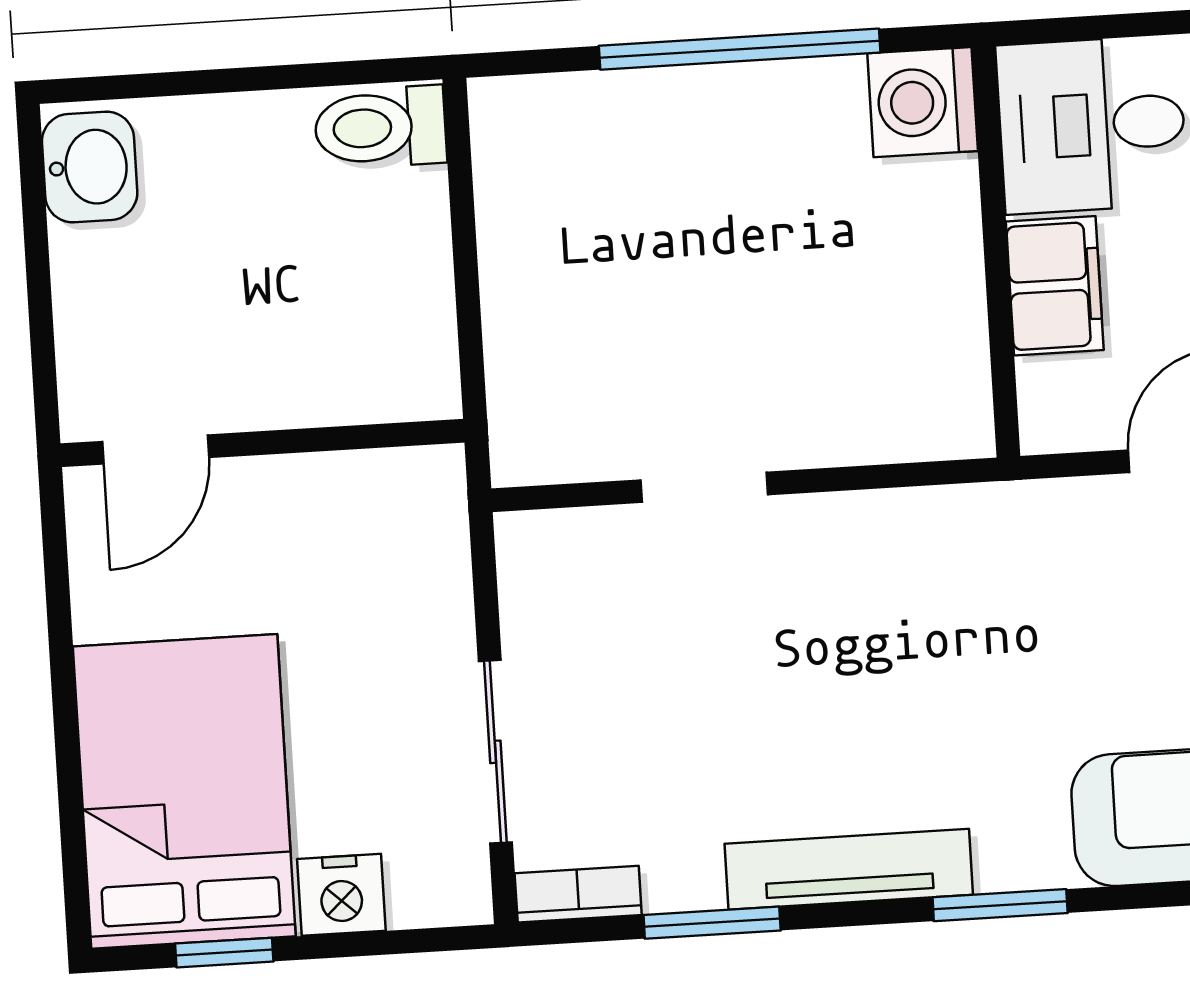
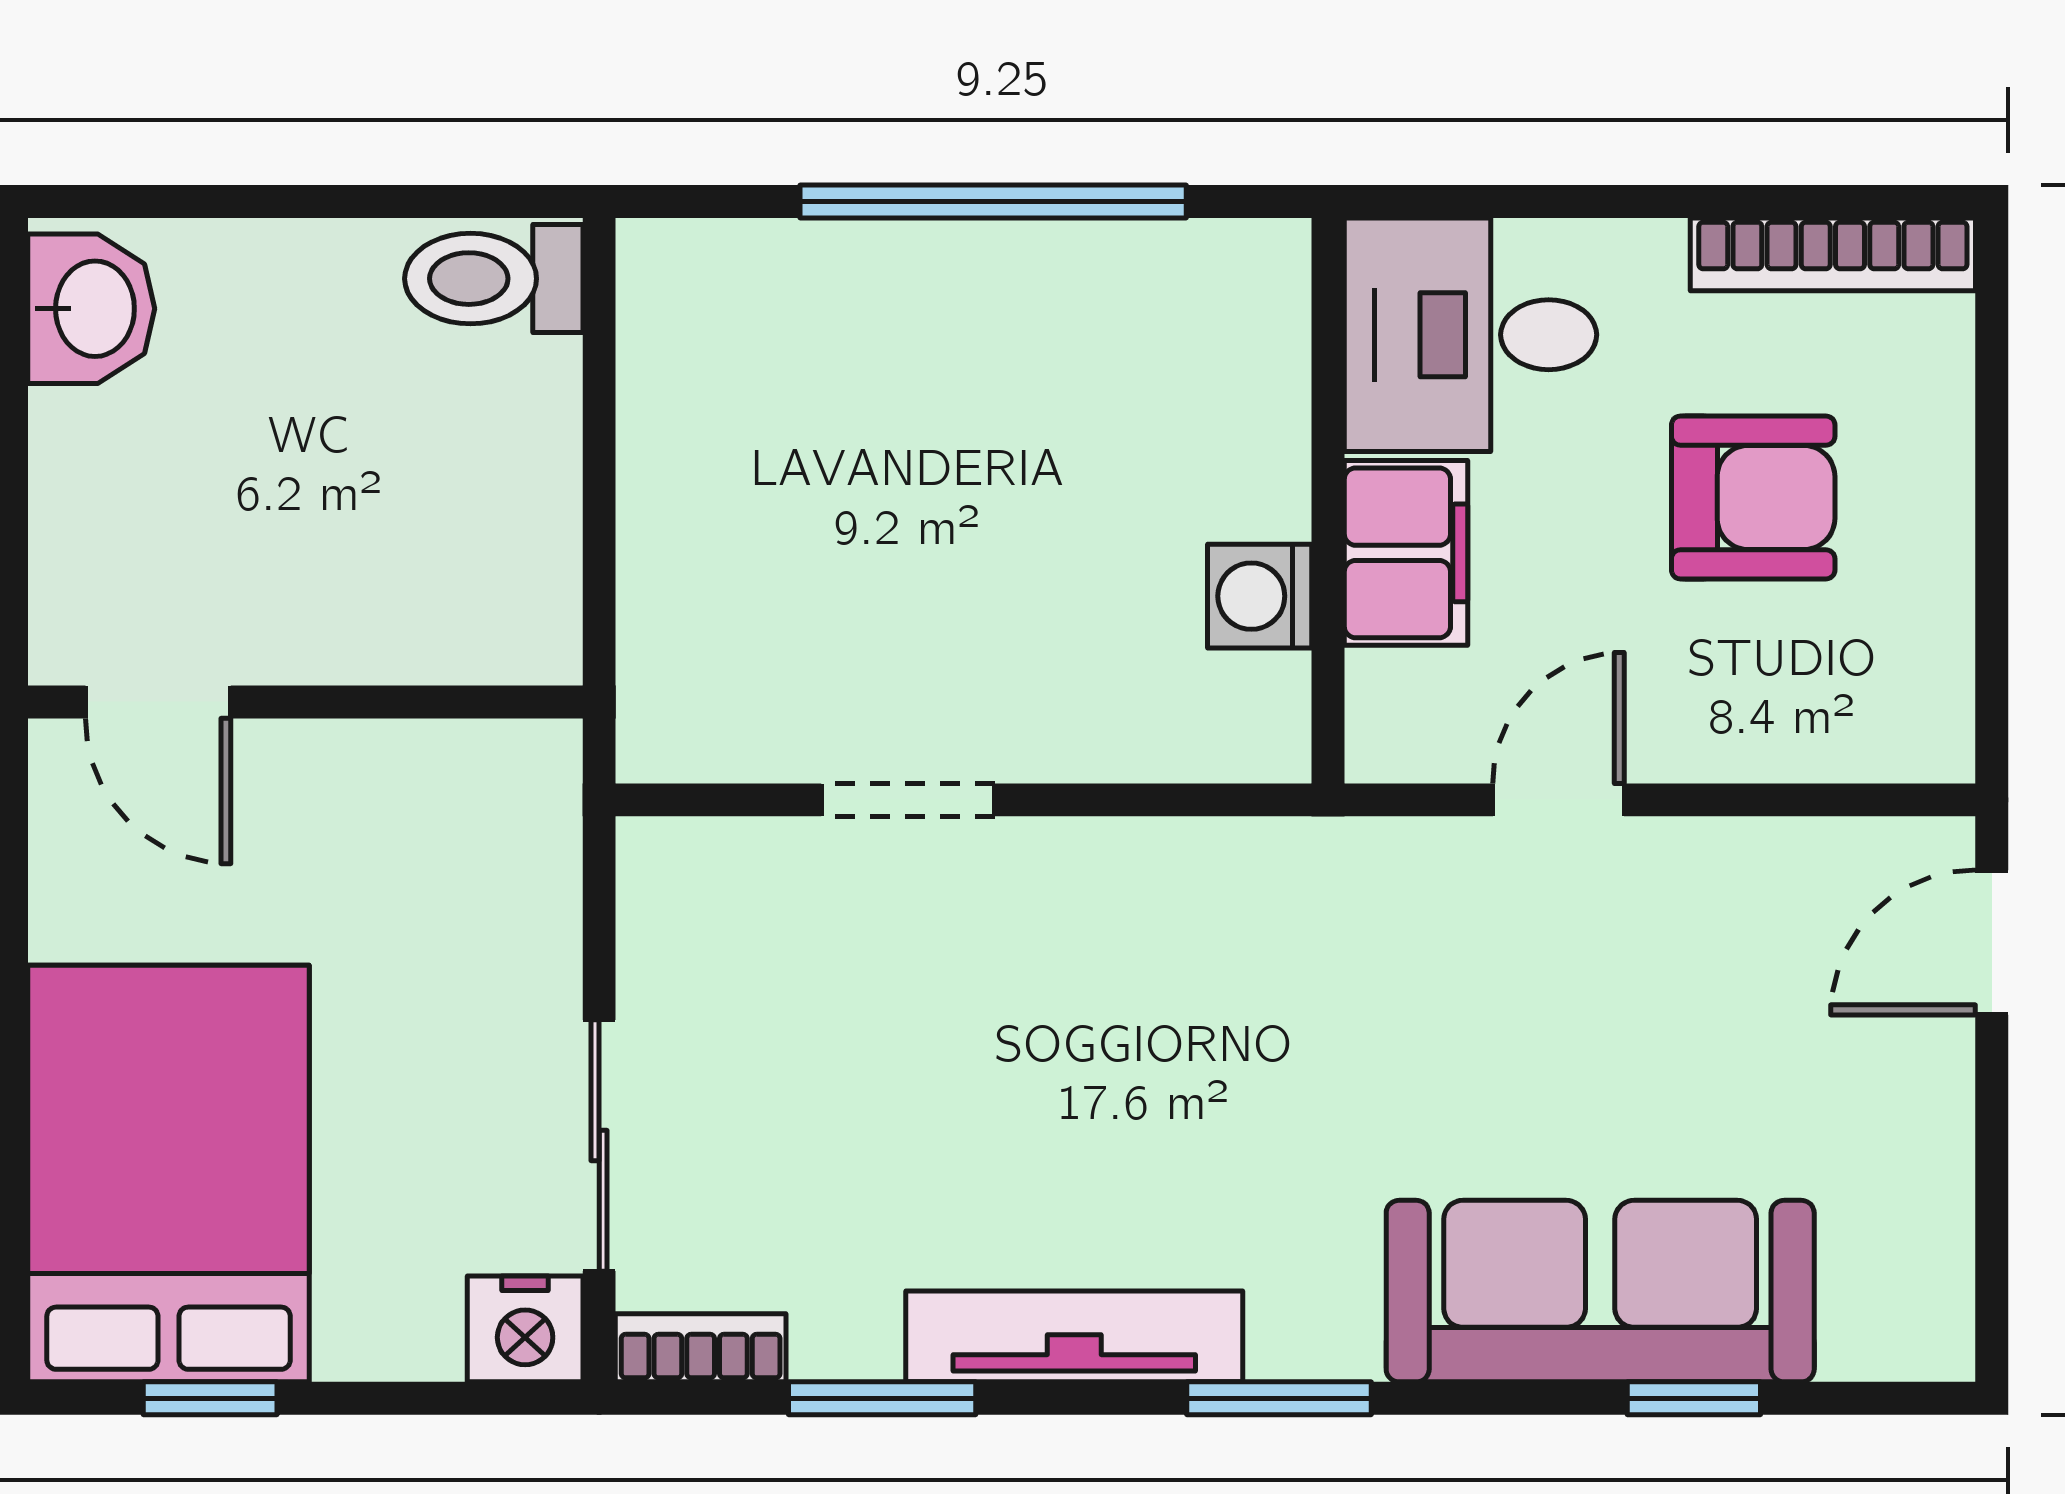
washing machine: (923, 102) -> (1260, 596), moved, width x0.73, depth x0.73
door: (156, 449) -> (158, 702), hinge flipped
nightstand: (341, 895) -> (525, 1329), moved

